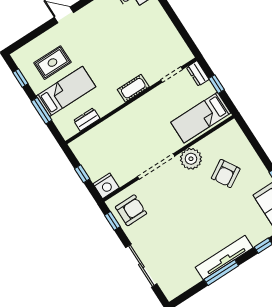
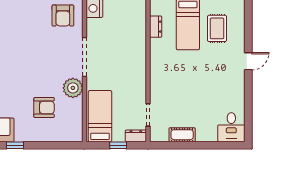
cot: (133, 88) -> (182, 135), moved, turned 90
armchair: (226, 174) -> (44, 107), turned 121

